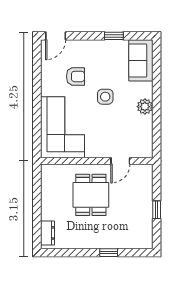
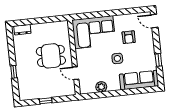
sofa: (141, 60) -> (139, 80), width x1.36
plant: (145, 107) -> (101, 87), moved

